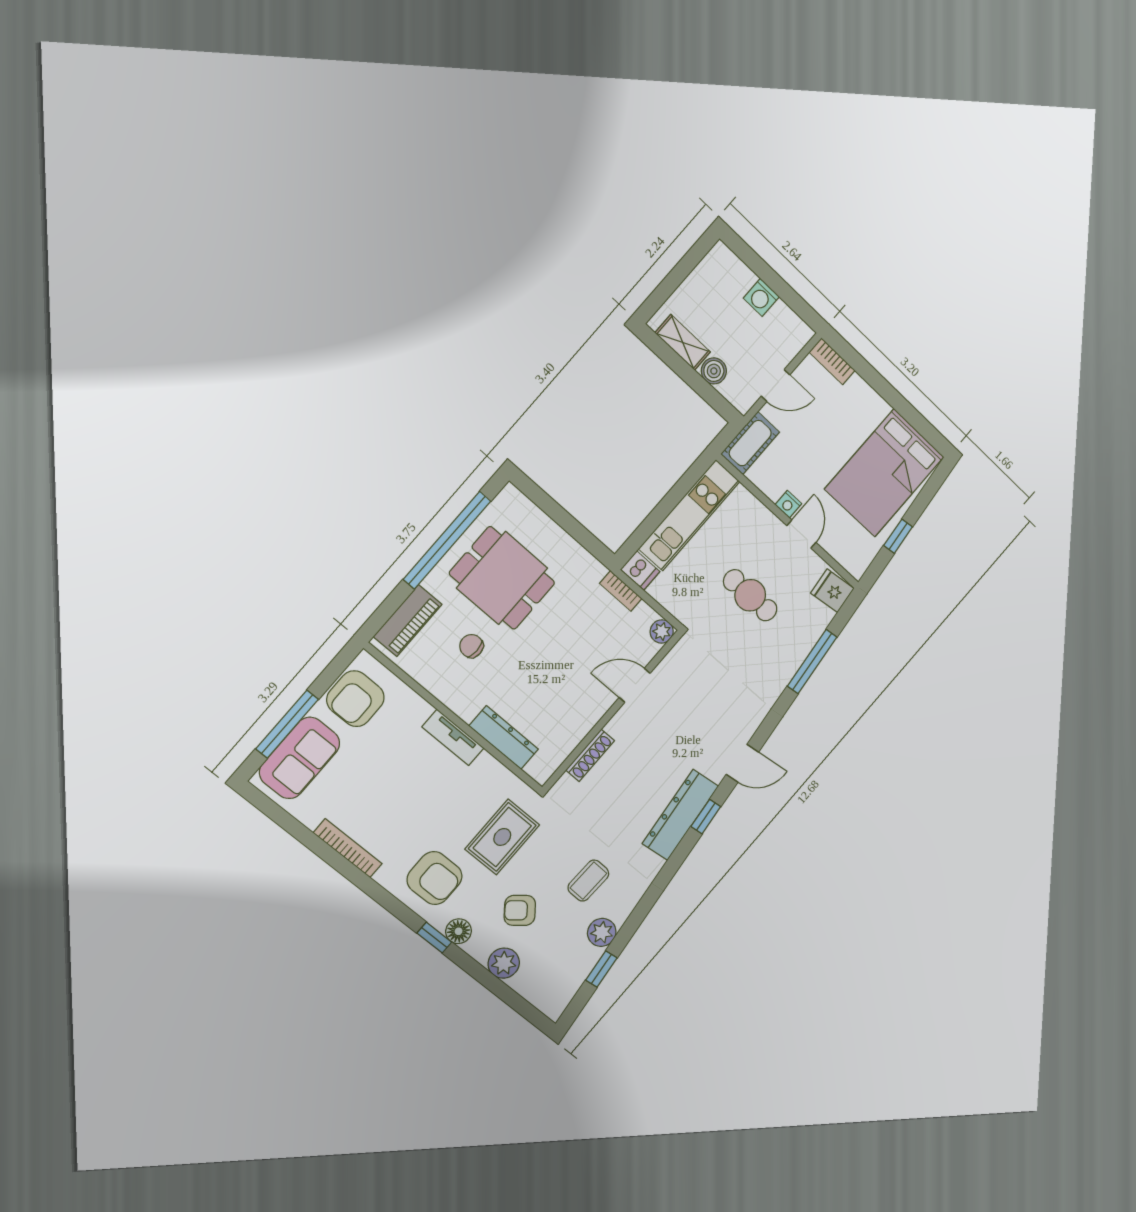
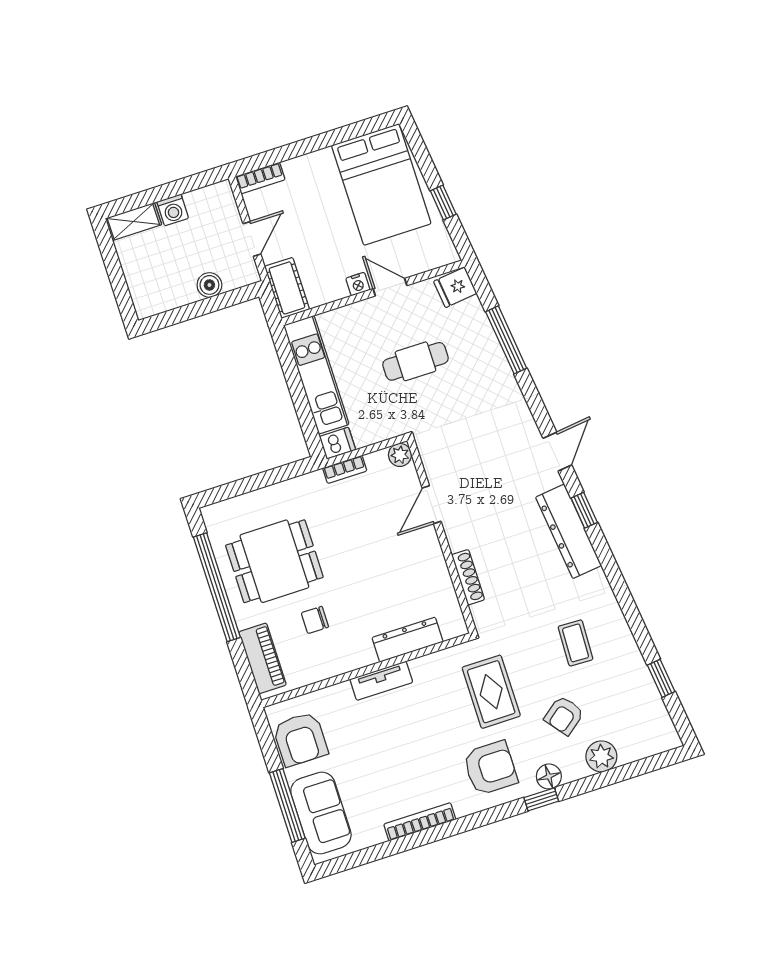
shelving: (683, 342) -> (133, 222), moved
plant: (602, 932) -> (629, 659), removed

